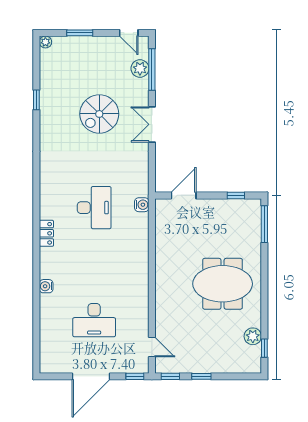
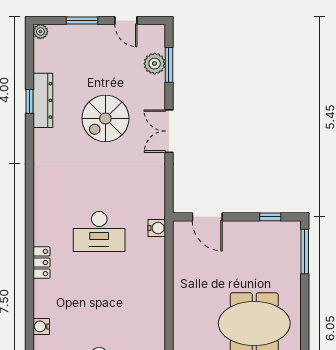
door: (129, 33) -> (126, 21), moved
window: (152, 70) -> (169, 65), width x0.69
dresser: (47, 99) -> (43, 100), added
door: (184, 195) -> (207, 217), swing flipped
desk: (94, 208) -> (99, 232), turned 90

